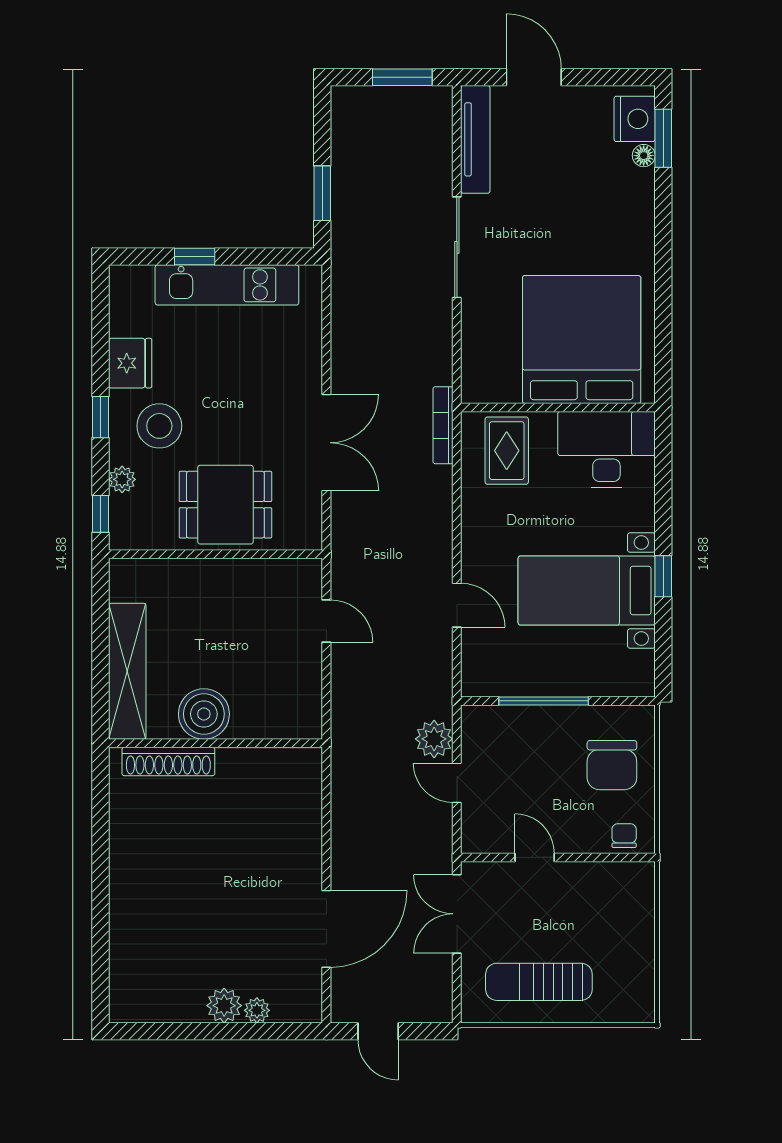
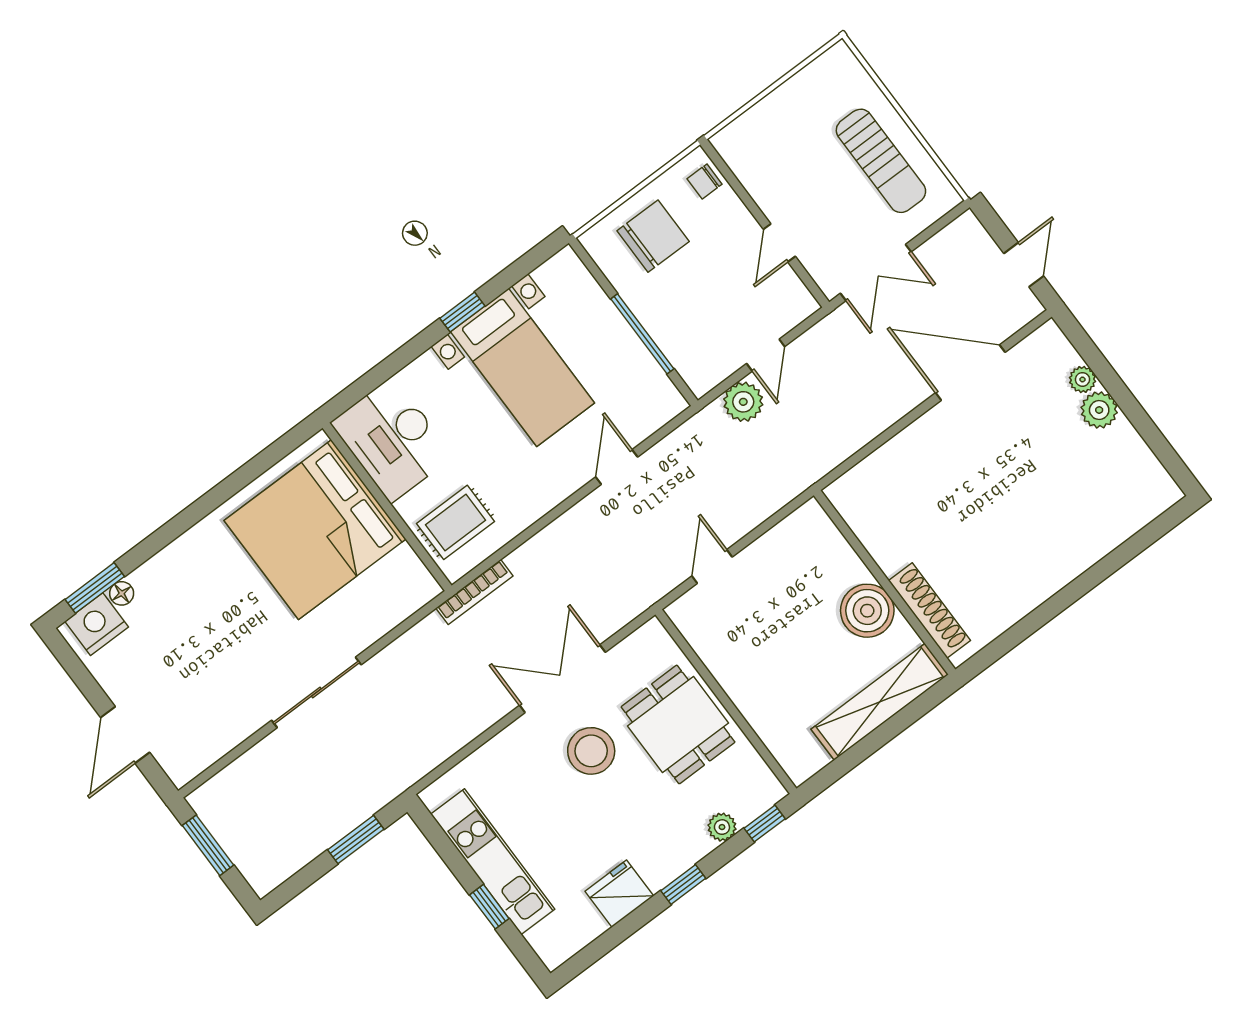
tv unit: (475, 139) -> (214, 745), removed
stool: (159, 426) -> (591, 751), moved

